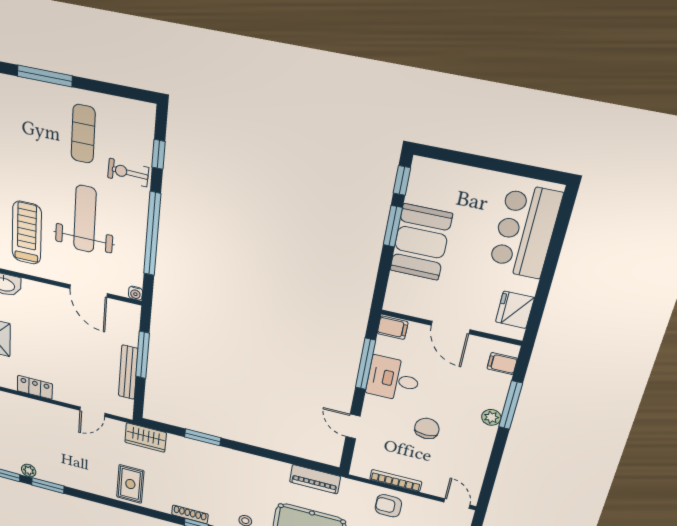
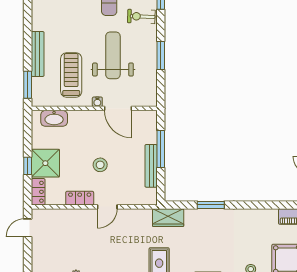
window: (152, 234) -> (161, 56), width x0.47
water cooler: (135, 293) -> (97, 102), moved
stool: (62, 355) -> (100, 165), added
door: (92, 412) -> (107, 207), moved

